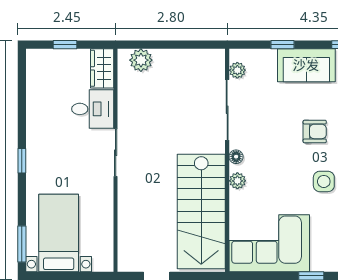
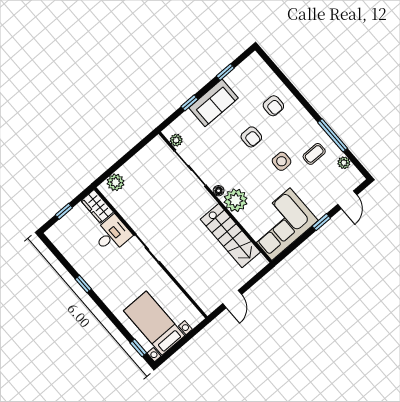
armchair: (315, 131) -> (251, 137), turned 90
window: (22, 161) -> (83, 284), moved
plant: (237, 181) -> (236, 200), width x1.88, depth x1.88
stairs: (201, 211) -> (230, 236), width x0.73, depth x0.66
window: (22, 244) -> (138, 348), width x0.67

